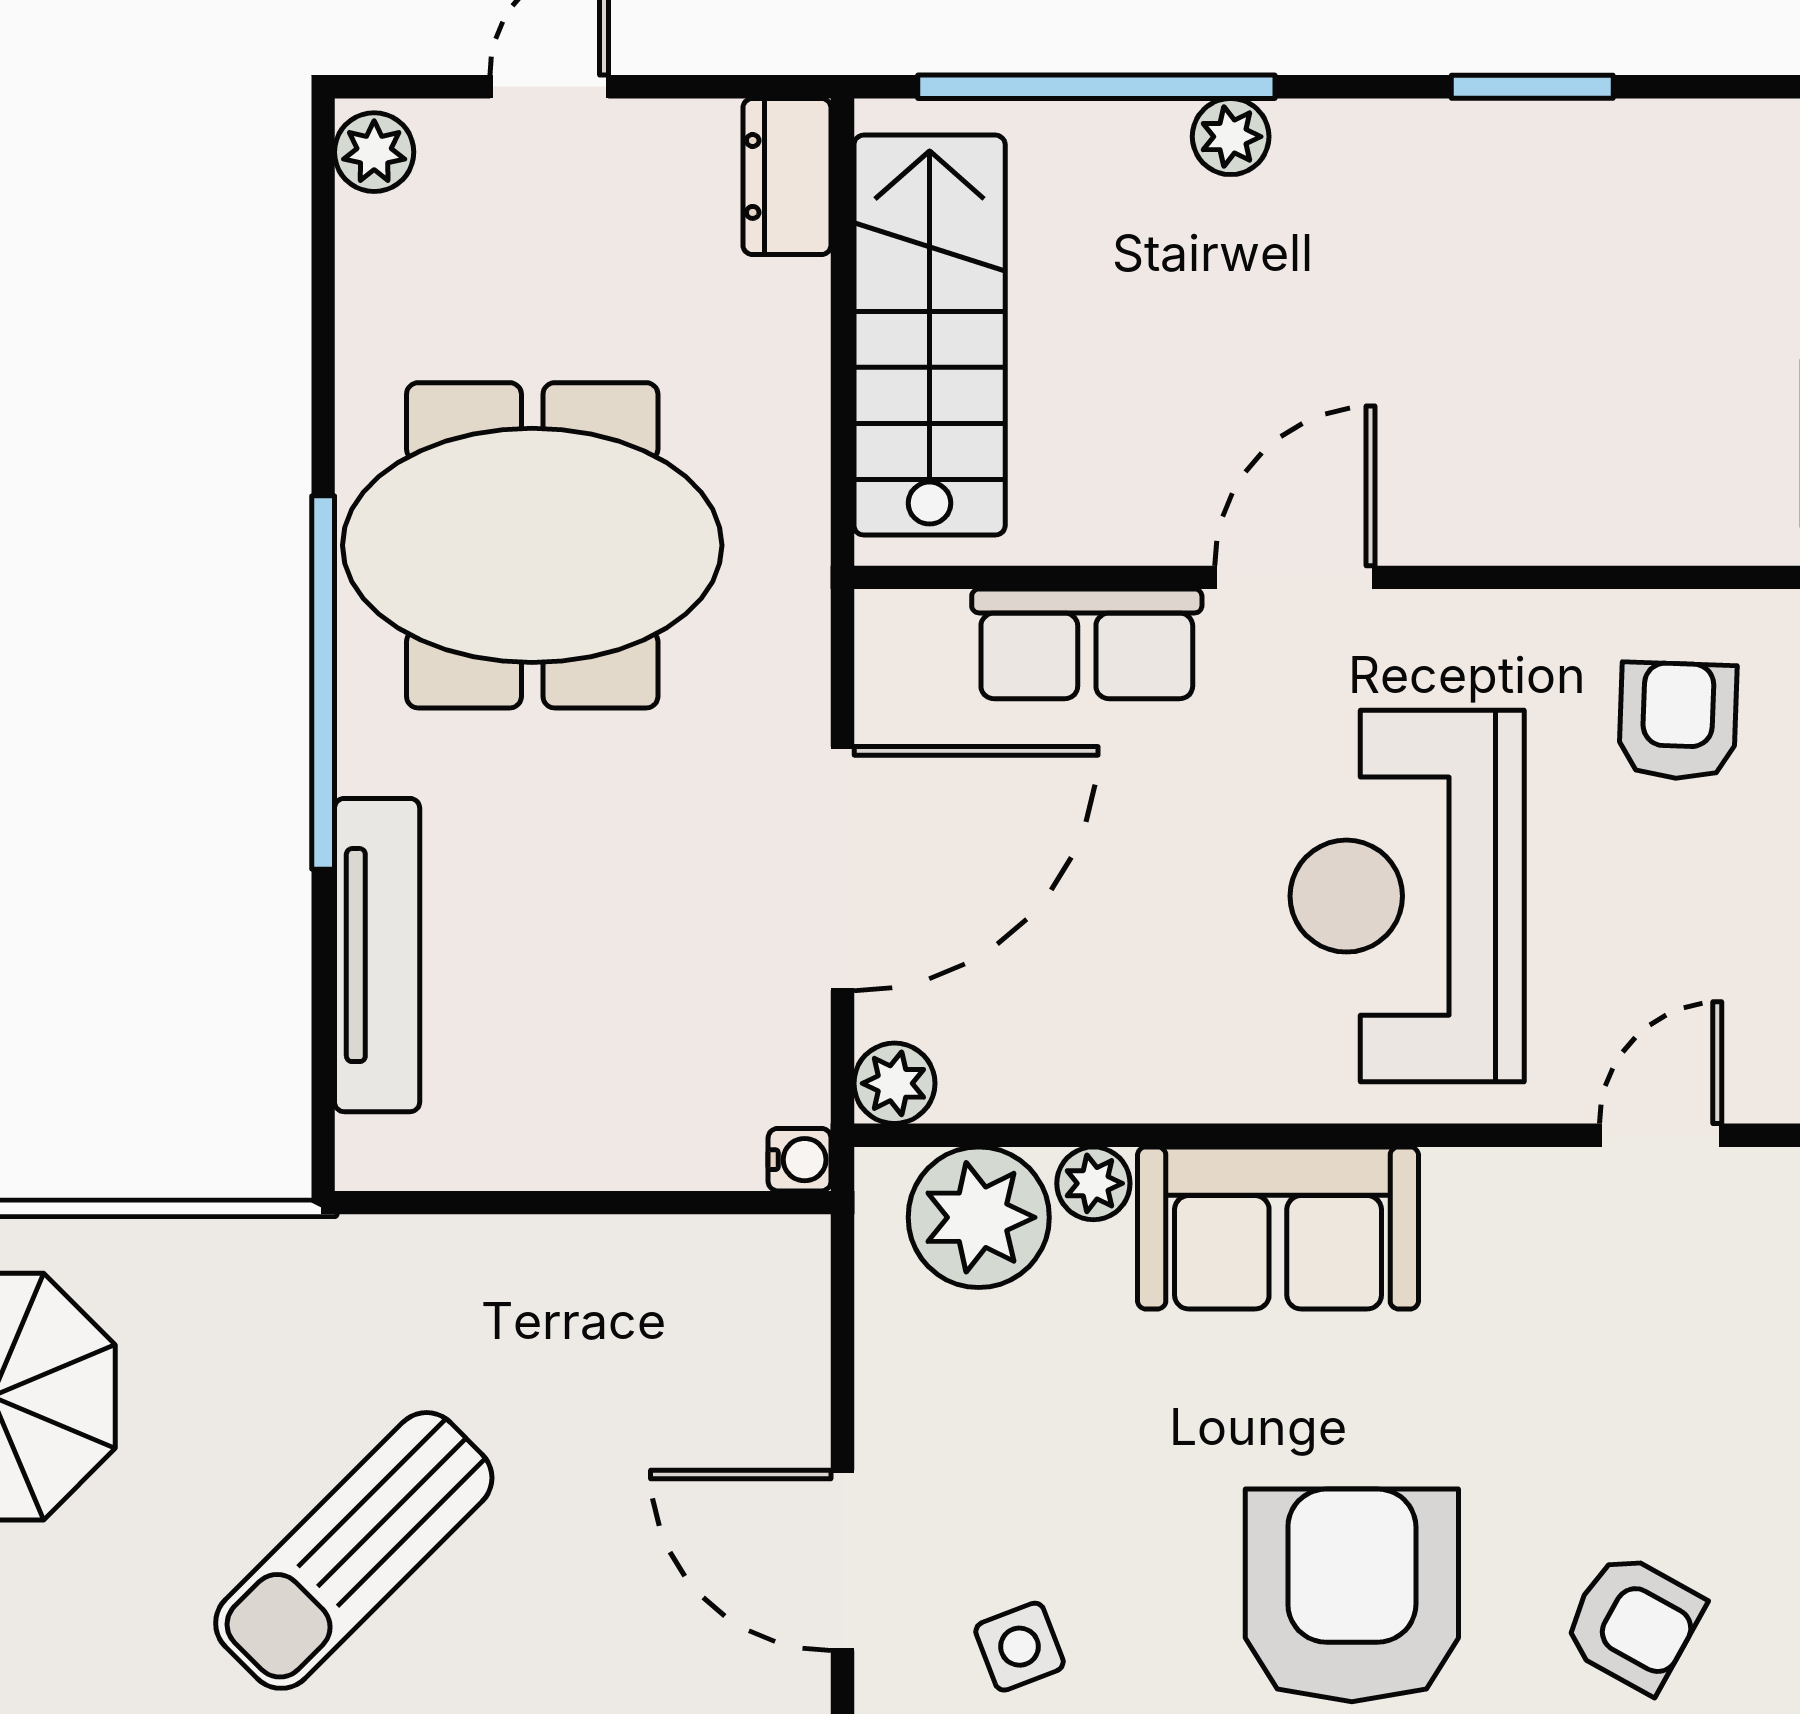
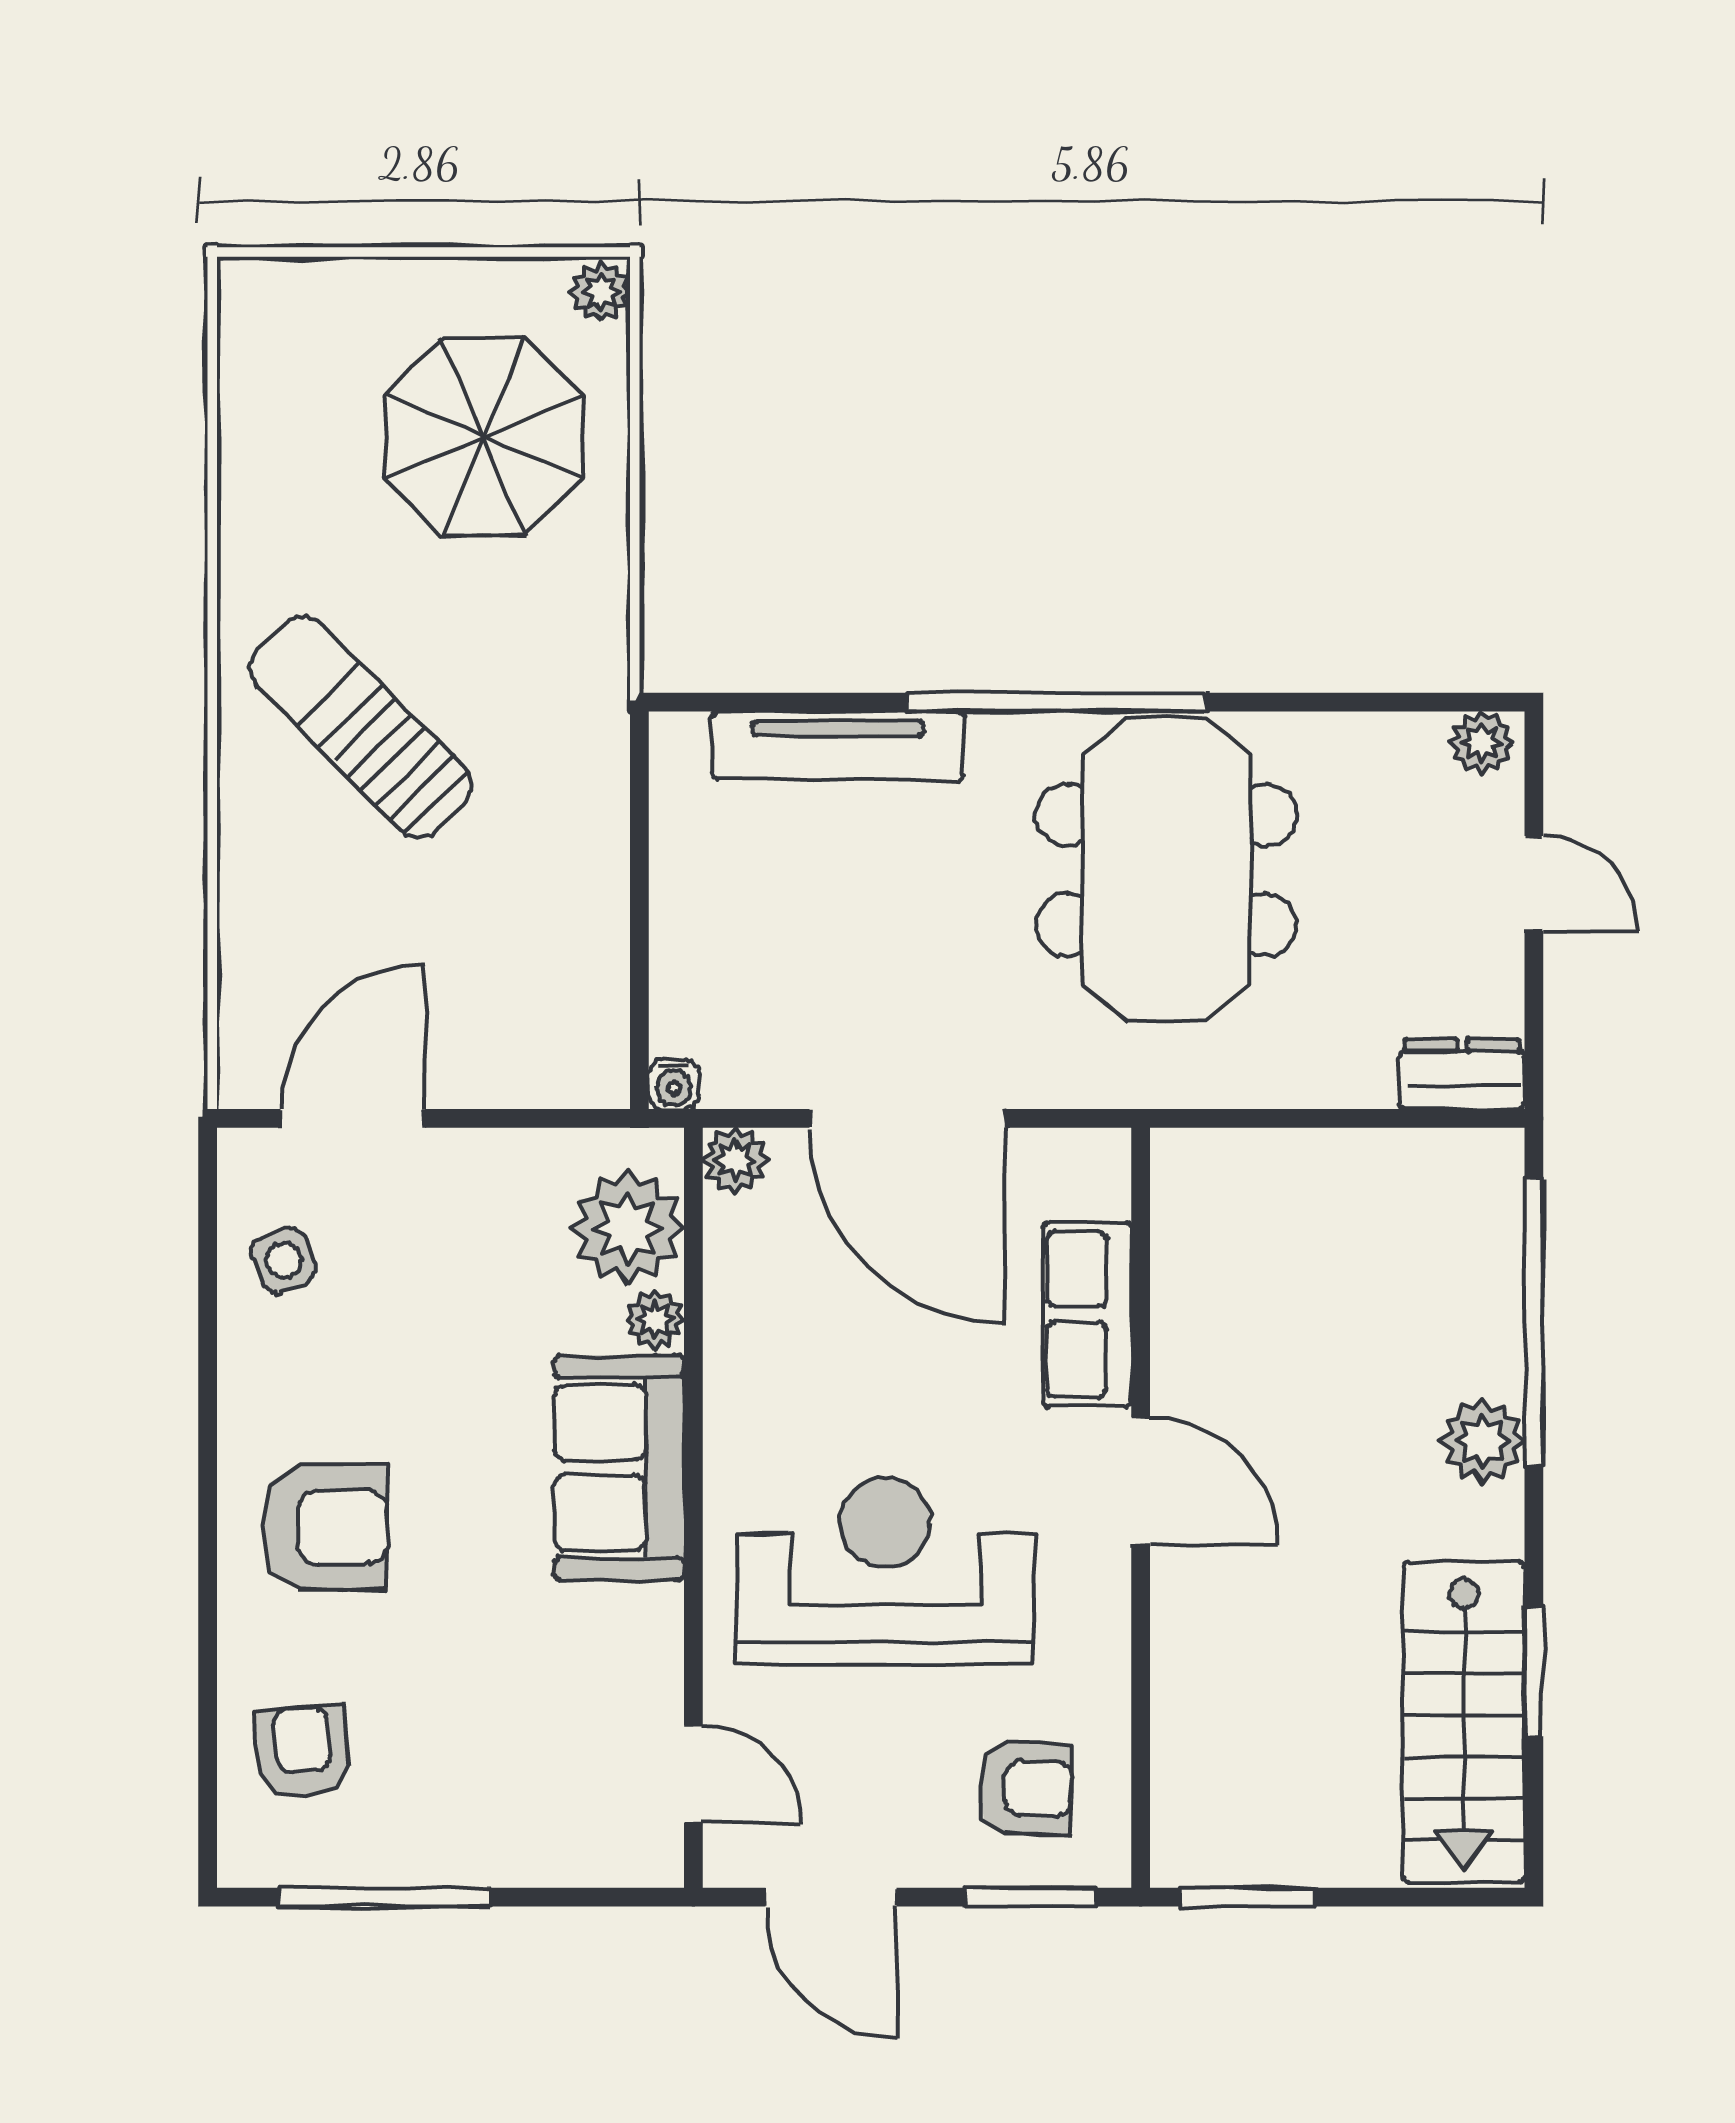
plant: (1231, 137) -> (1482, 1441), width x1.38, depth x1.38
stairs: (930, 335) -> (1464, 1722), moved, turned 90
armchair: (1352, 1595) -> (325, 1527), width x0.73, depth x0.73
armchair: (1633, 1623) -> (303, 1752), turned 146

